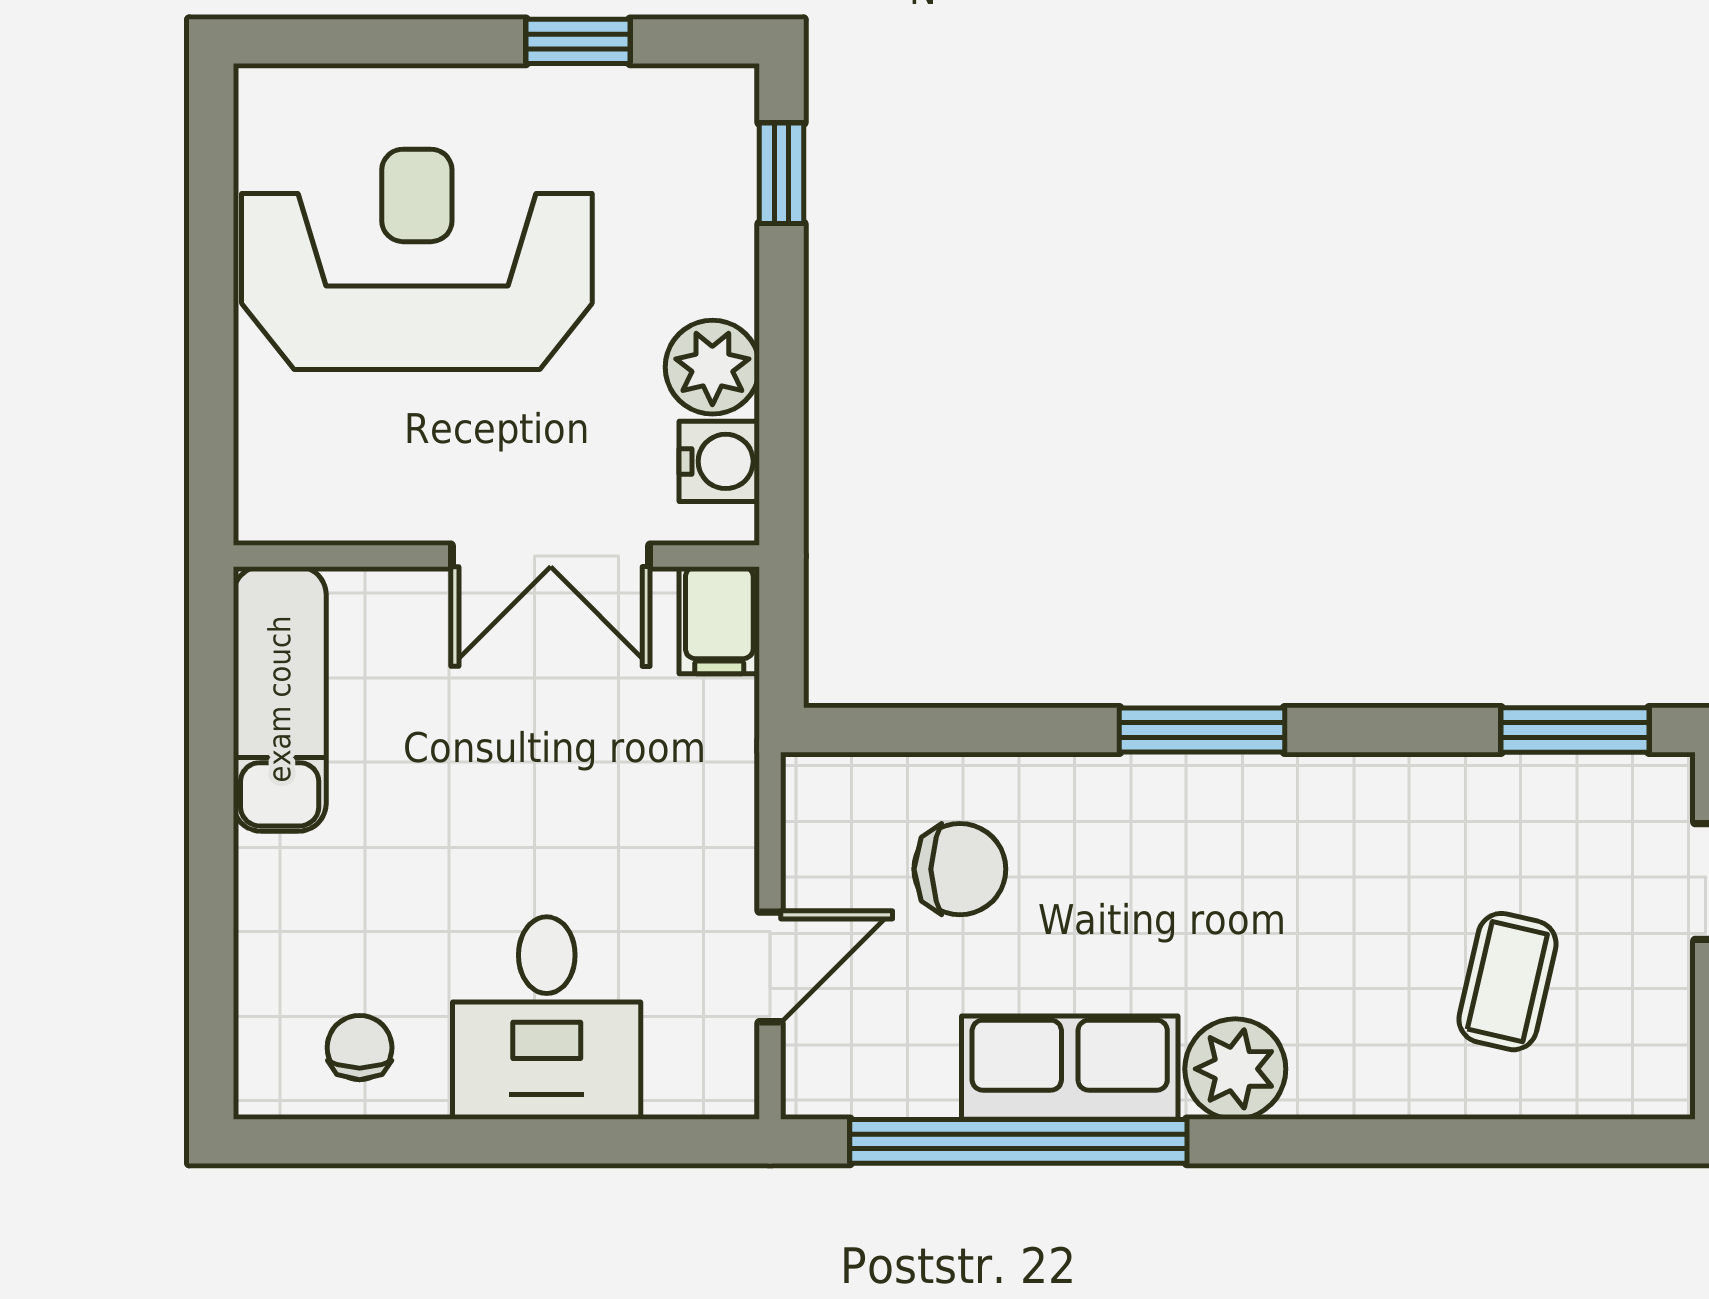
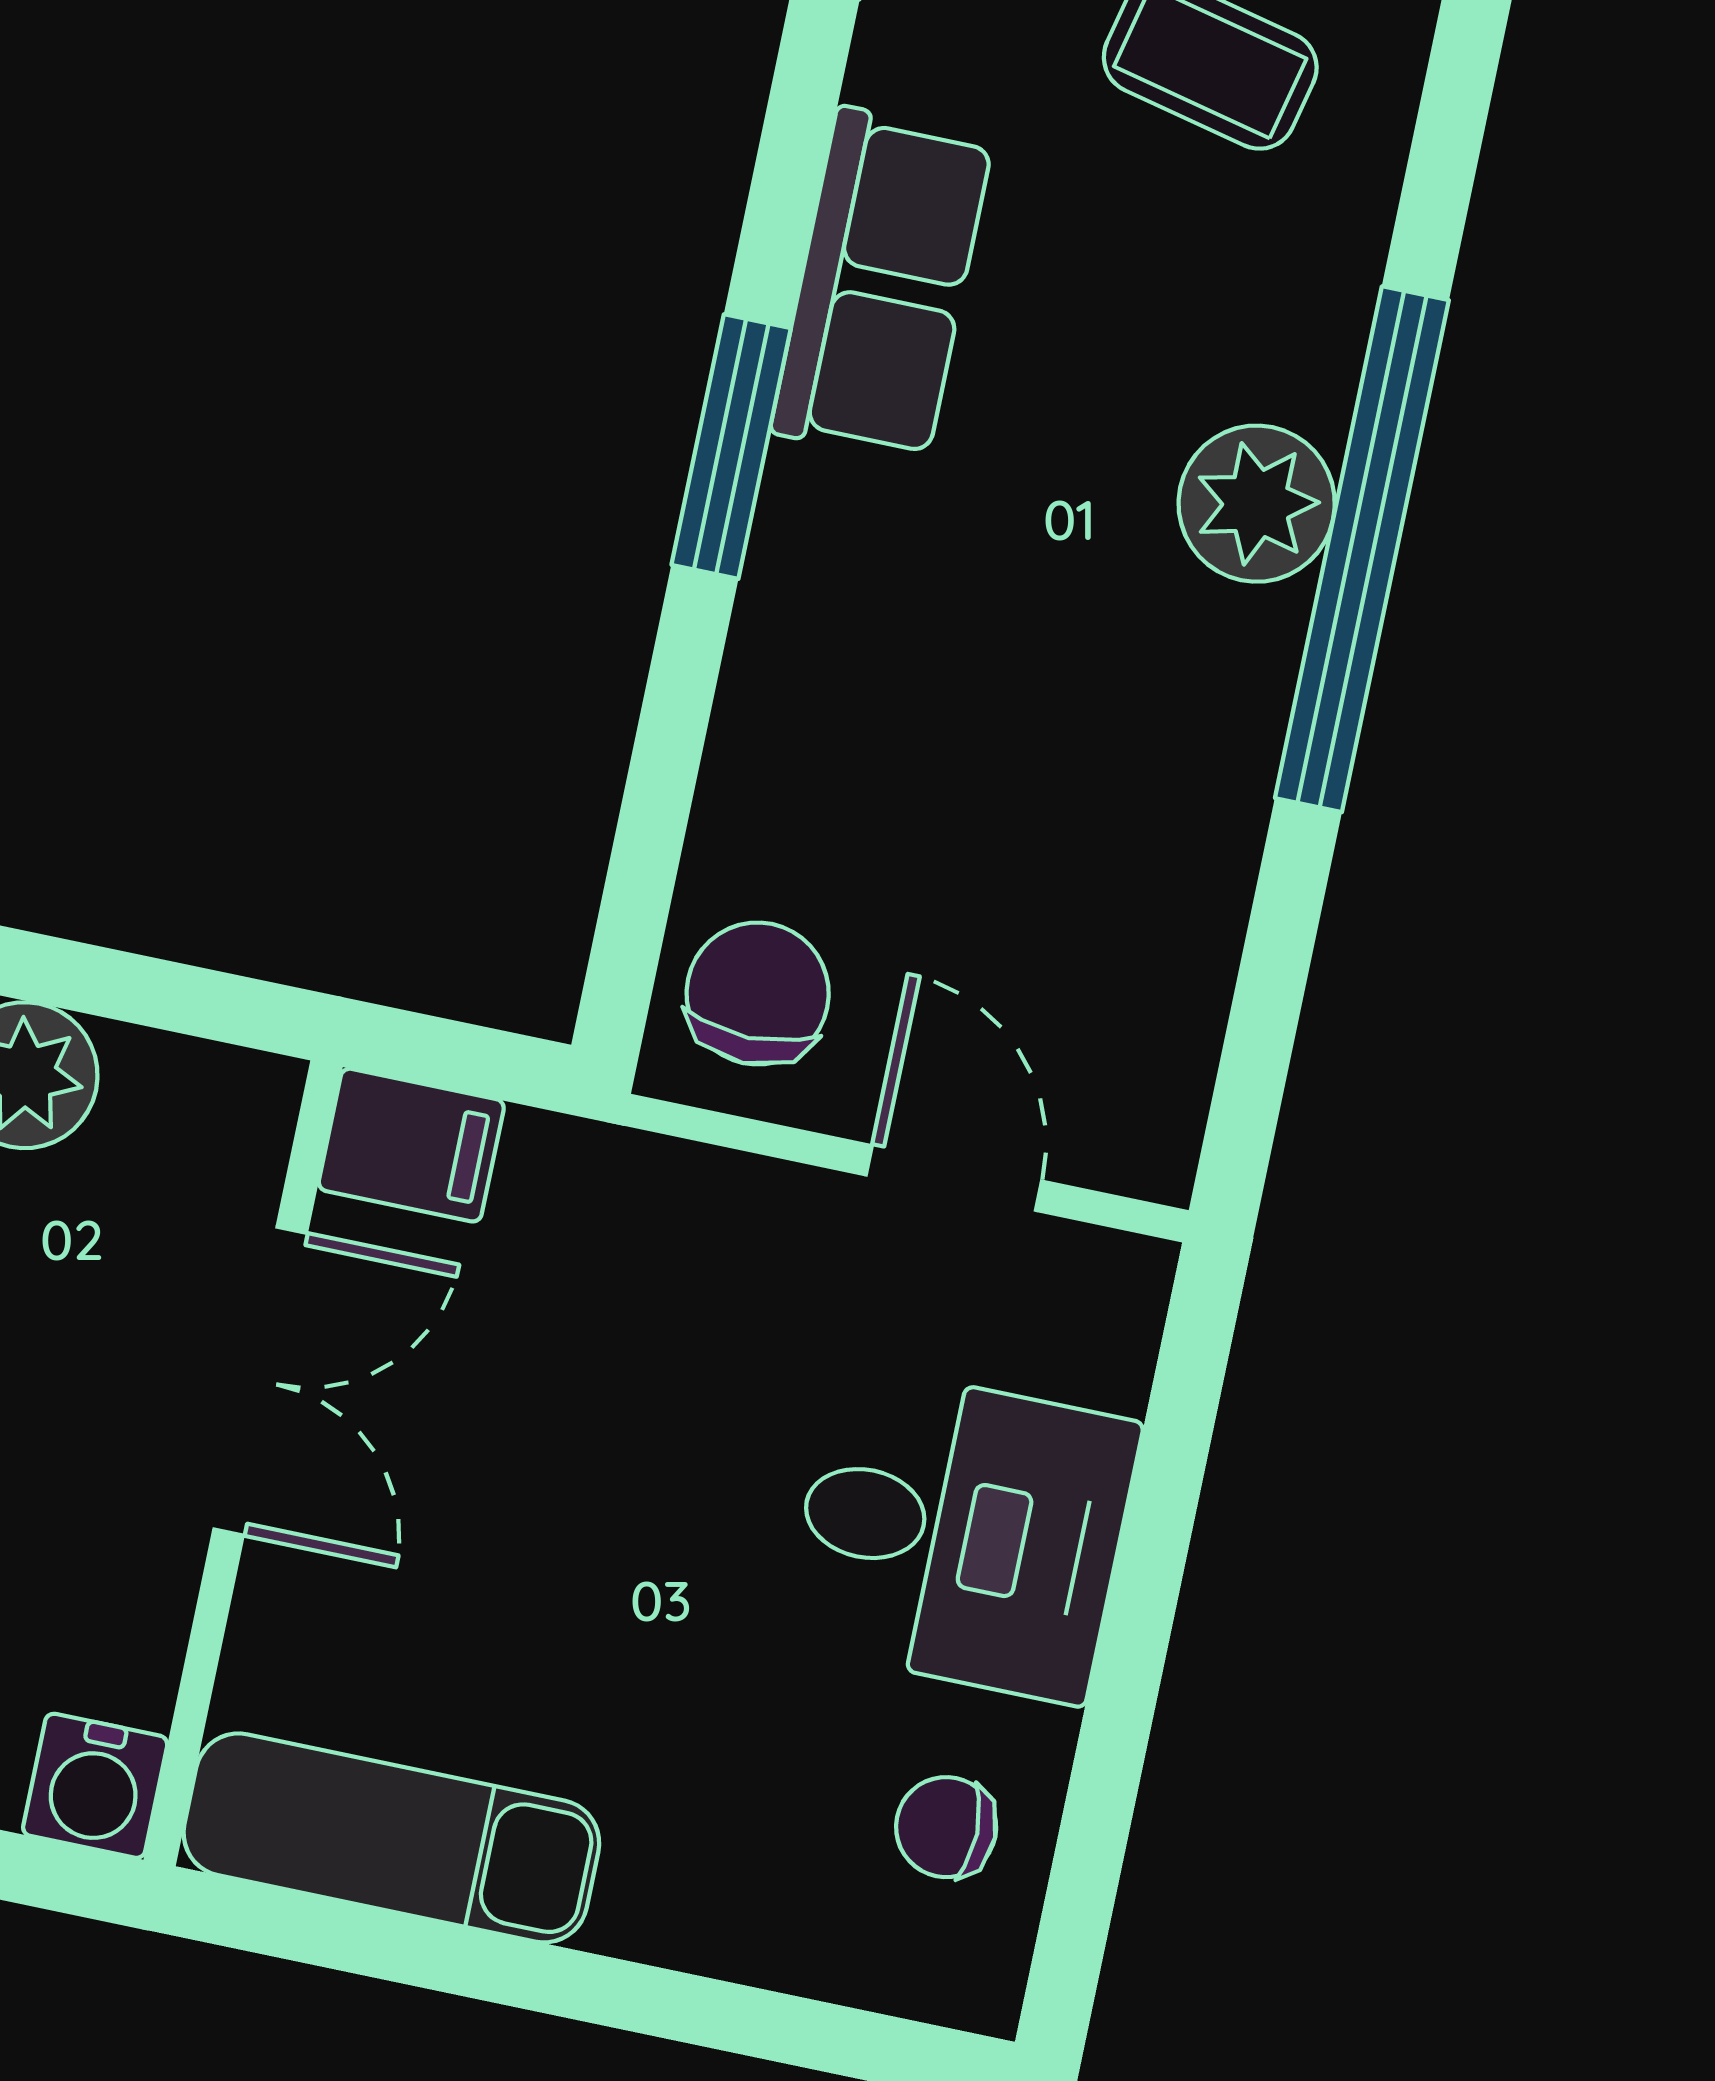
water cooler: (719, 461) -> (95, 1786), moved, turned 180
chair: (960, 869) -> (758, 994), moved
row of seats: (1070, 1068) -> (882, 285), moved, turned 180
window: (1018, 1141) -> (1362, 549), moved

